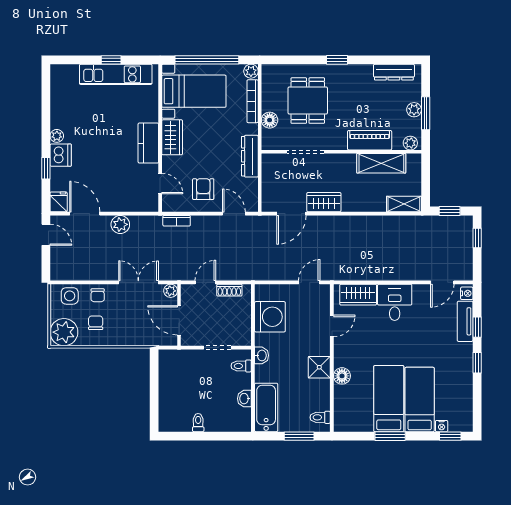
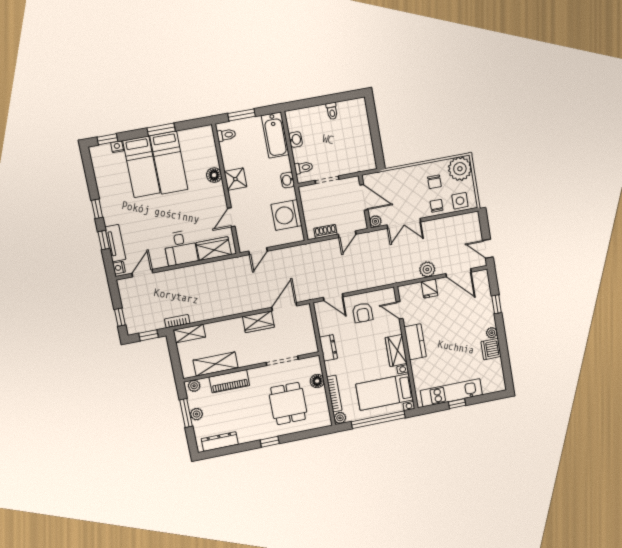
dishwasher: (61, 155) -> (491, 349), moved
dresser: (250, 156) -> (328, 348), width x0.70
fridge: (59, 202) -> (430, 289), moved
bookcase: (177, 221) -> (177, 321), moved

